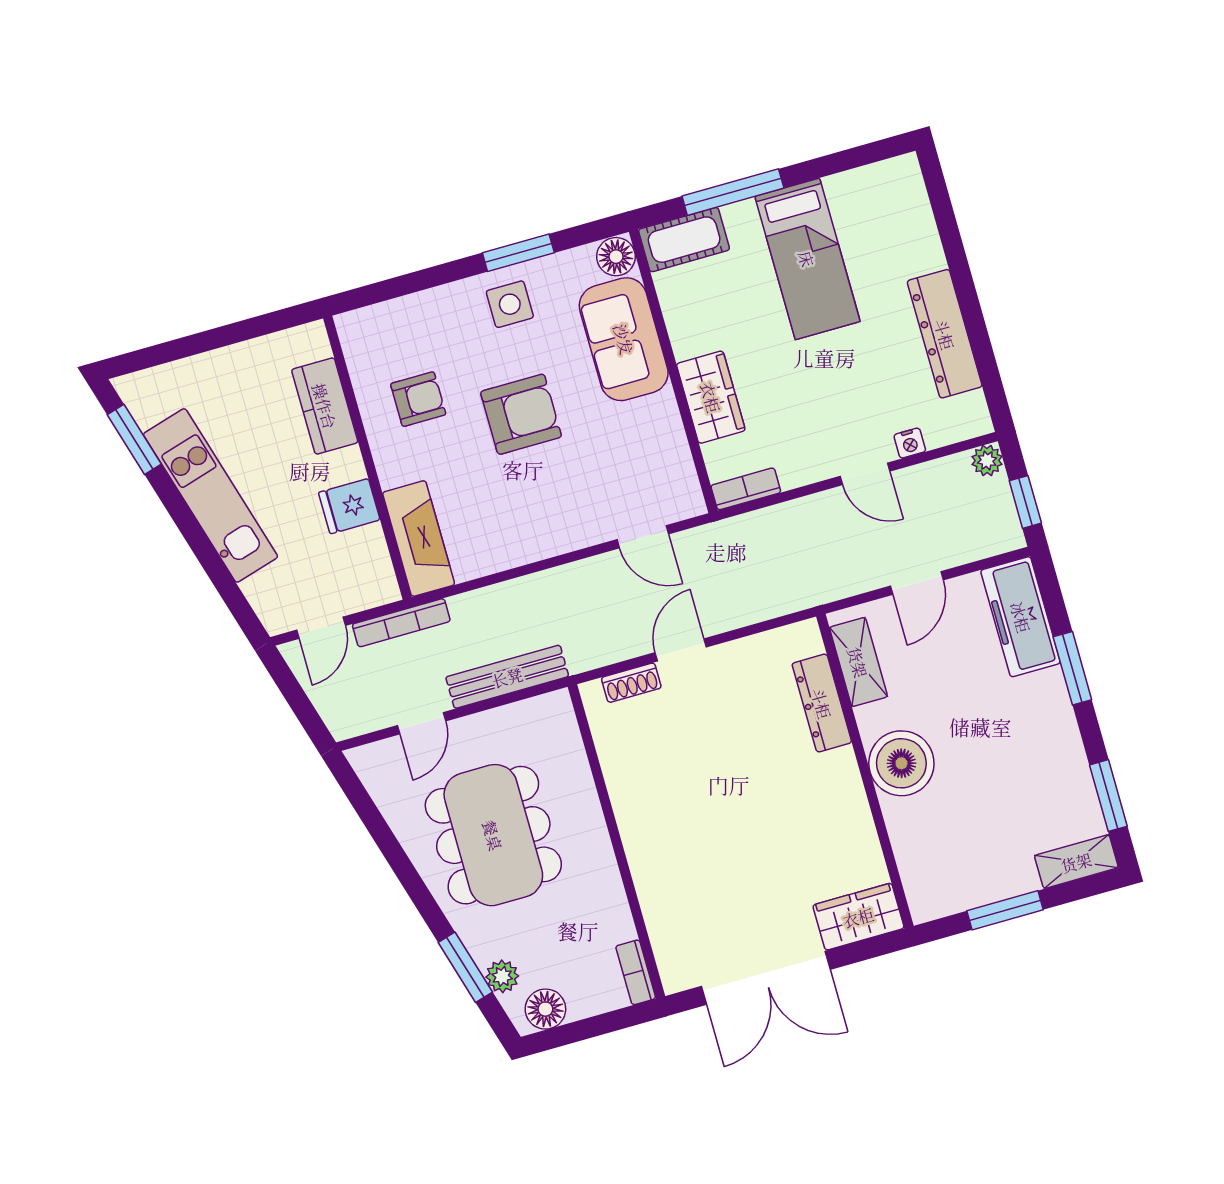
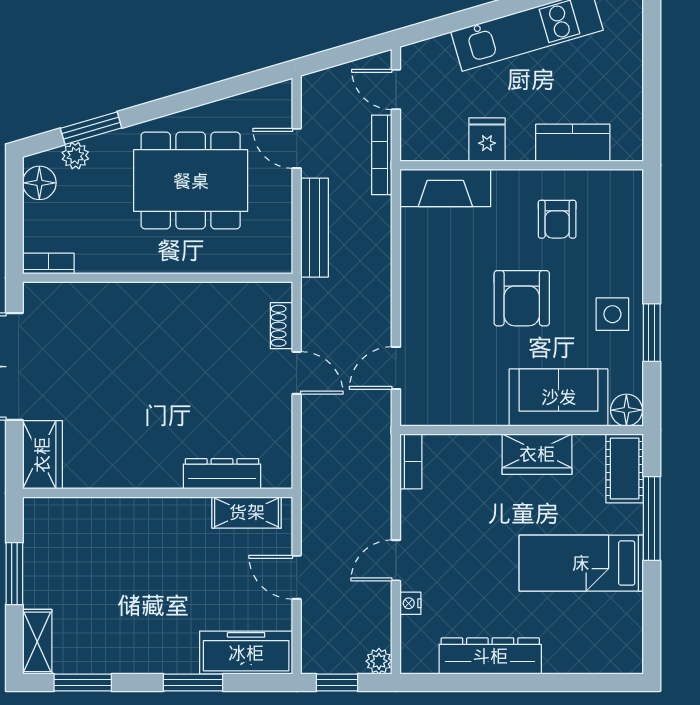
wardrobe: (711, 397) -> (537, 454), moved
boiler: (901, 763) -> (156, 524), removed

